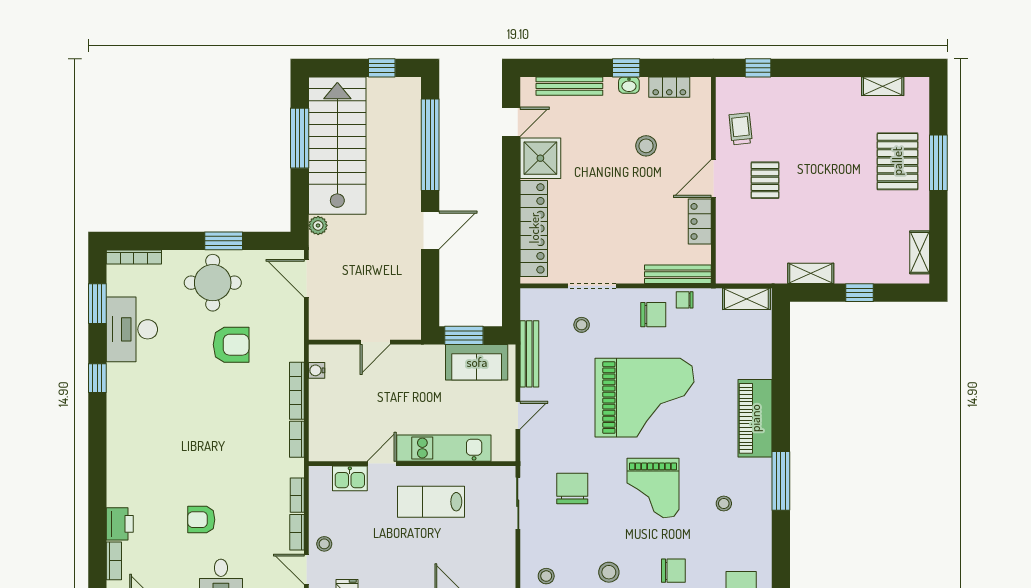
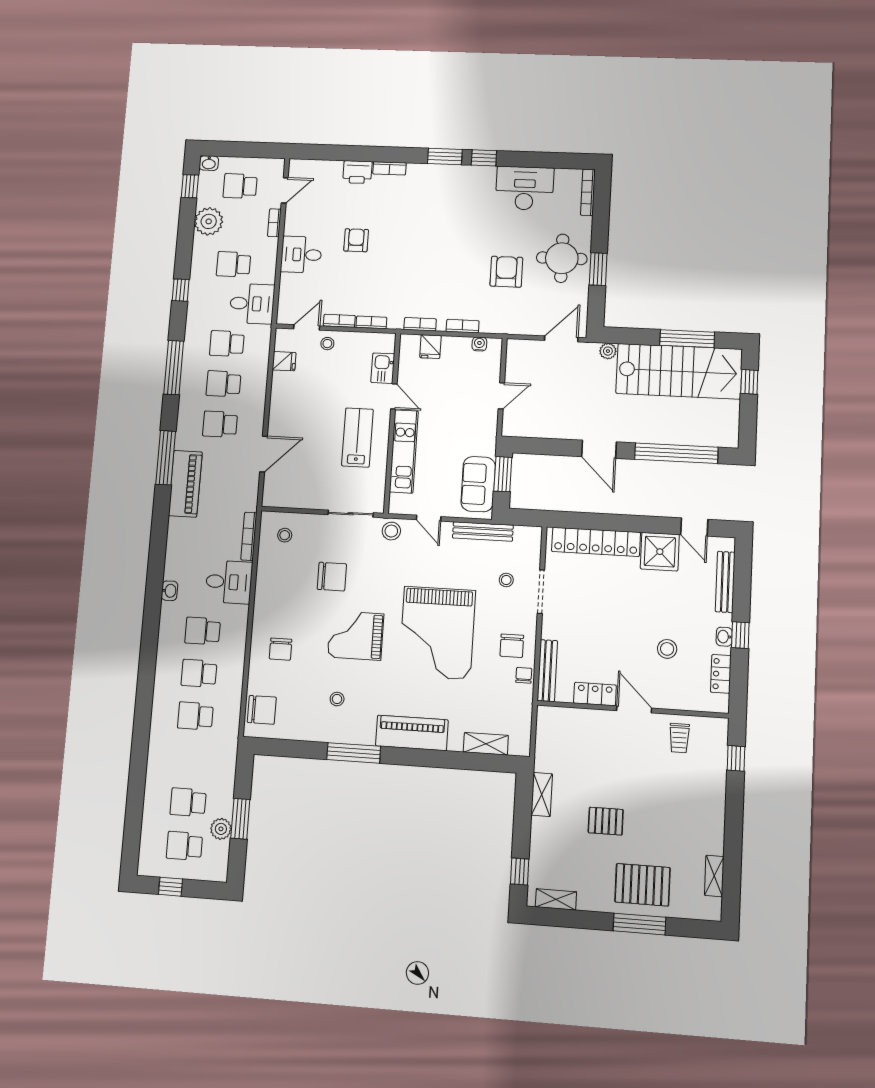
window: (382, 68) -> (749, 382), moved
trolley: (741, 129) -> (679, 738), turned 96
pallet: (765, 180) -> (606, 821), moved
window: (859, 293) -> (520, 872), moved
shelving: (746, 299) -> (486, 744), moved, turned 90
window: (97, 304) -> (445, 156), moved
door: (375, 342) -> (501, 396), swing flipped
armchair: (231, 345) -> (506, 272), turned 180
bookcase: (297, 391) -> (463, 326), width x0.64
fridge: (322, 426) -> (430, 347), added
chair: (572, 488) -> (332, 577), moved
bookcase: (114, 561) -> (389, 168), moved
stool: (609, 572) -> (391, 531), moved

